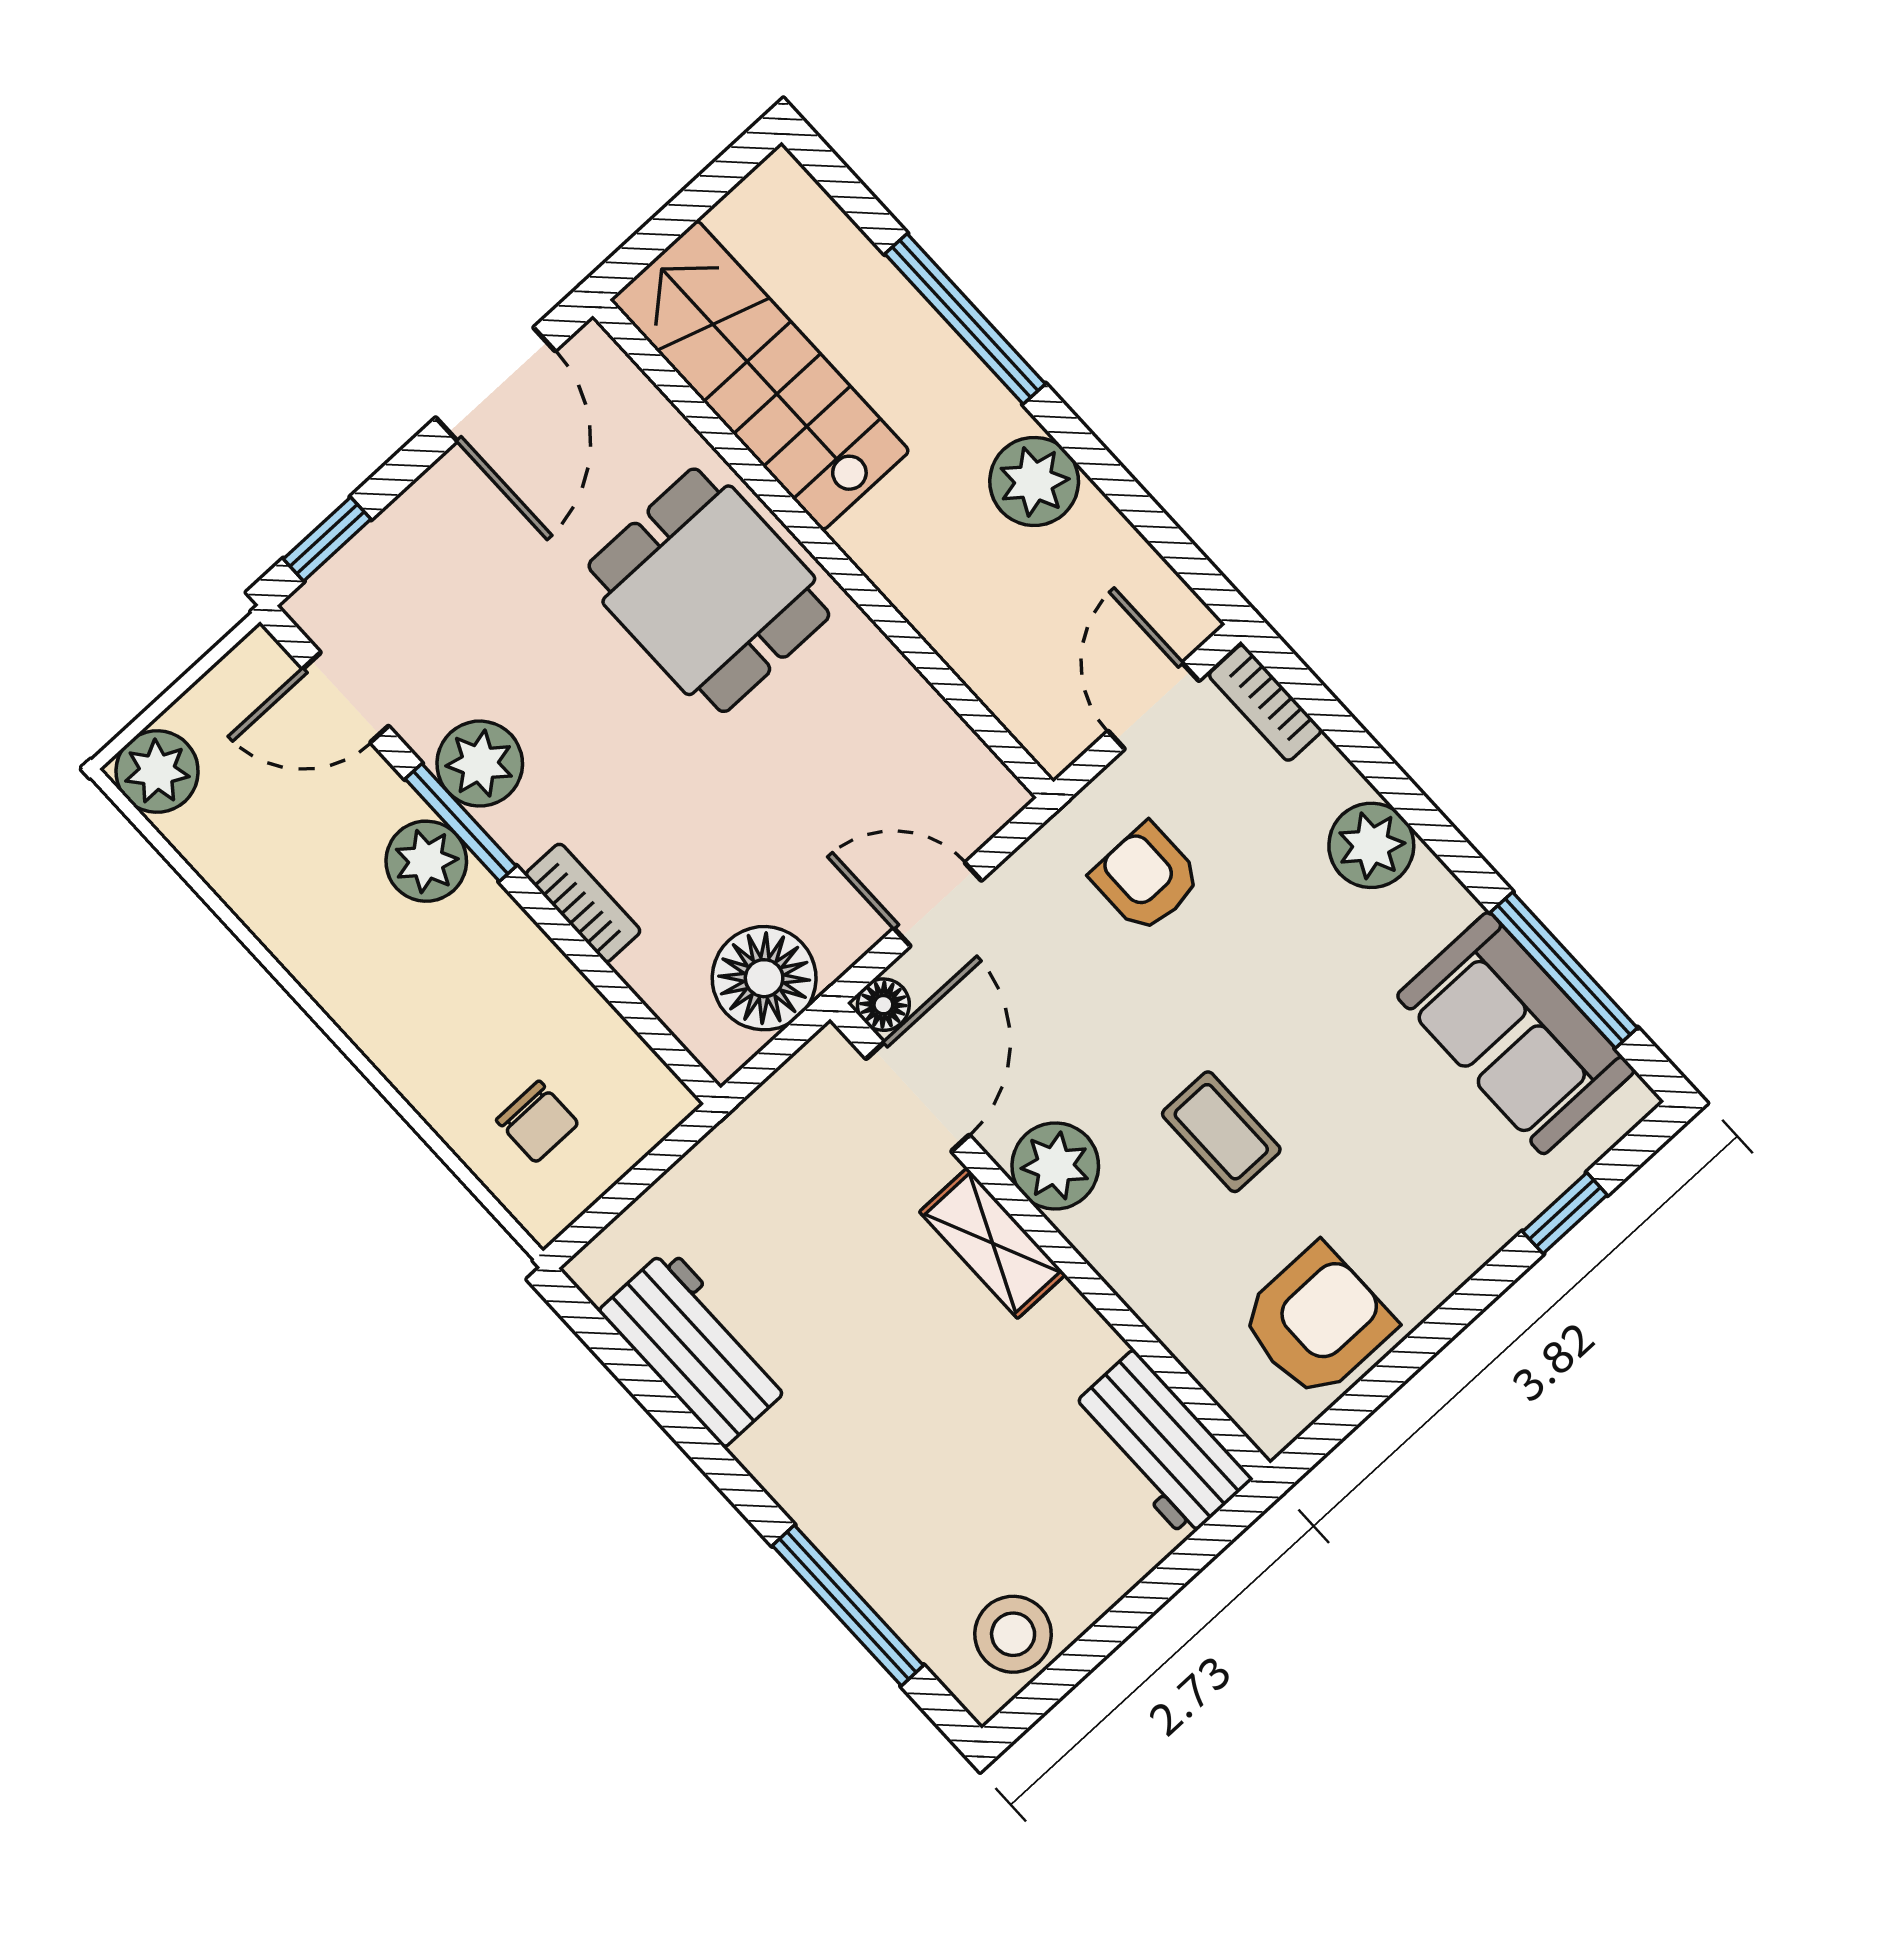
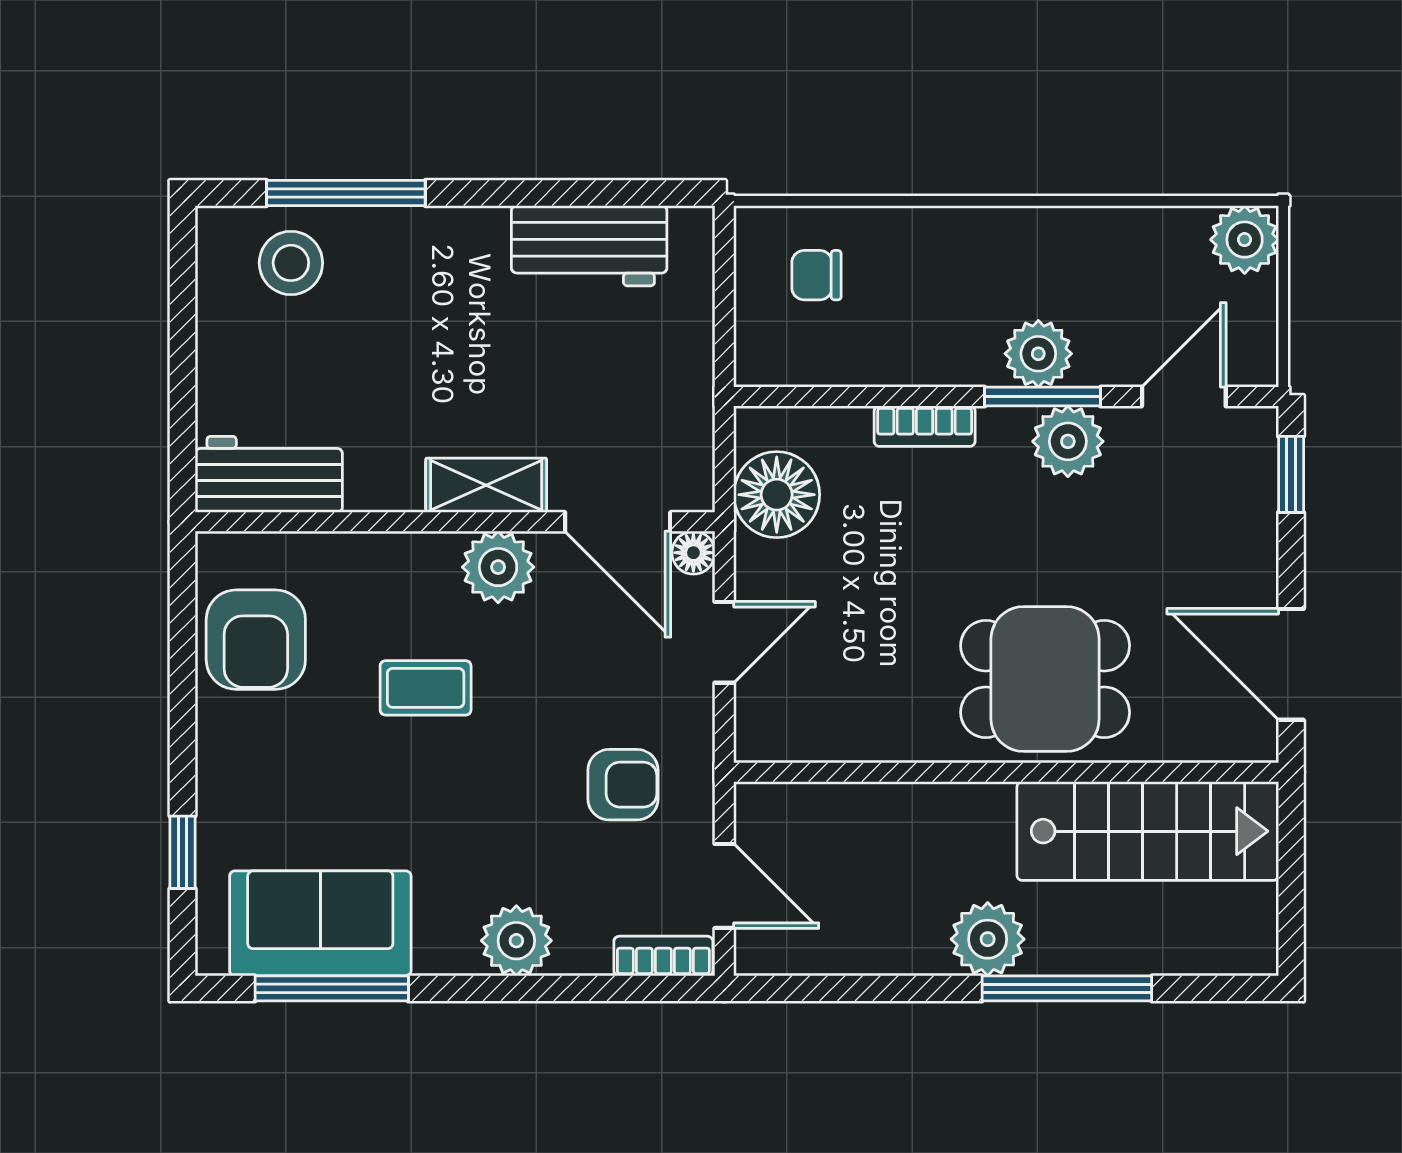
plant: (1034, 481) -> (988, 939), moved
stool: (1013, 1634) -> (291, 263), moved

